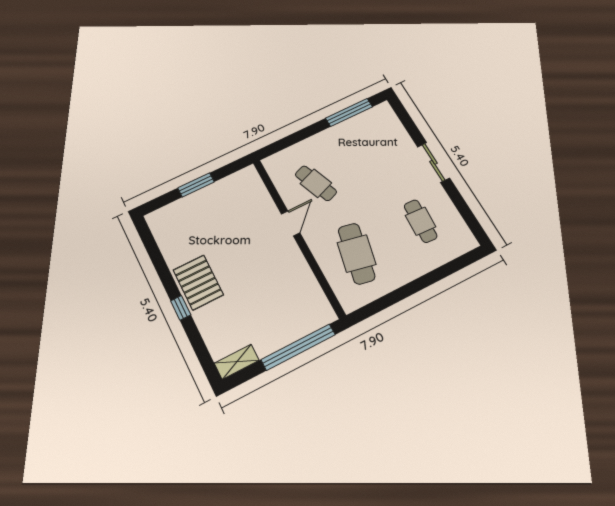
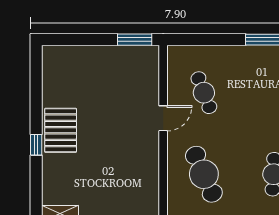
window: (196, 185) -> (135, 40), moved
cafe table: (357, 254) -> (204, 174), turned -36

